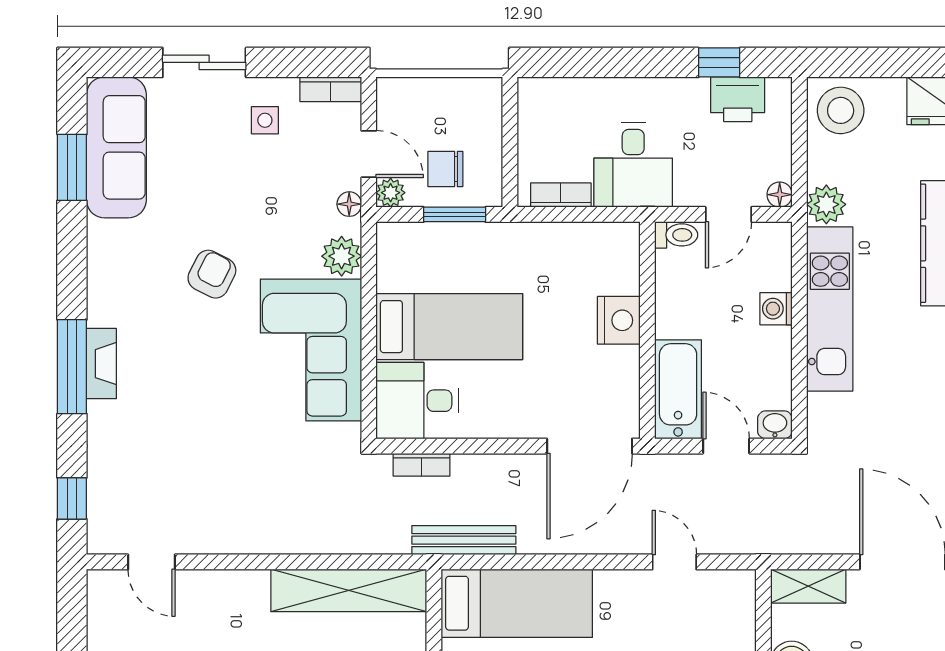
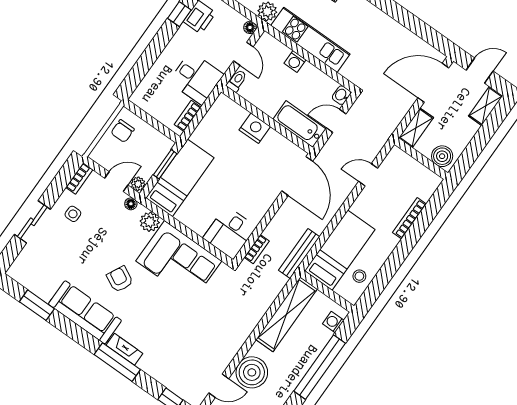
sofa: (116, 147) -> (85, 312), moved
chair: (445, 169) -> (123, 131), moved
bed: (449, 327) -> (180, 178), moved
boiler: (212, 601) -> (252, 372), added

